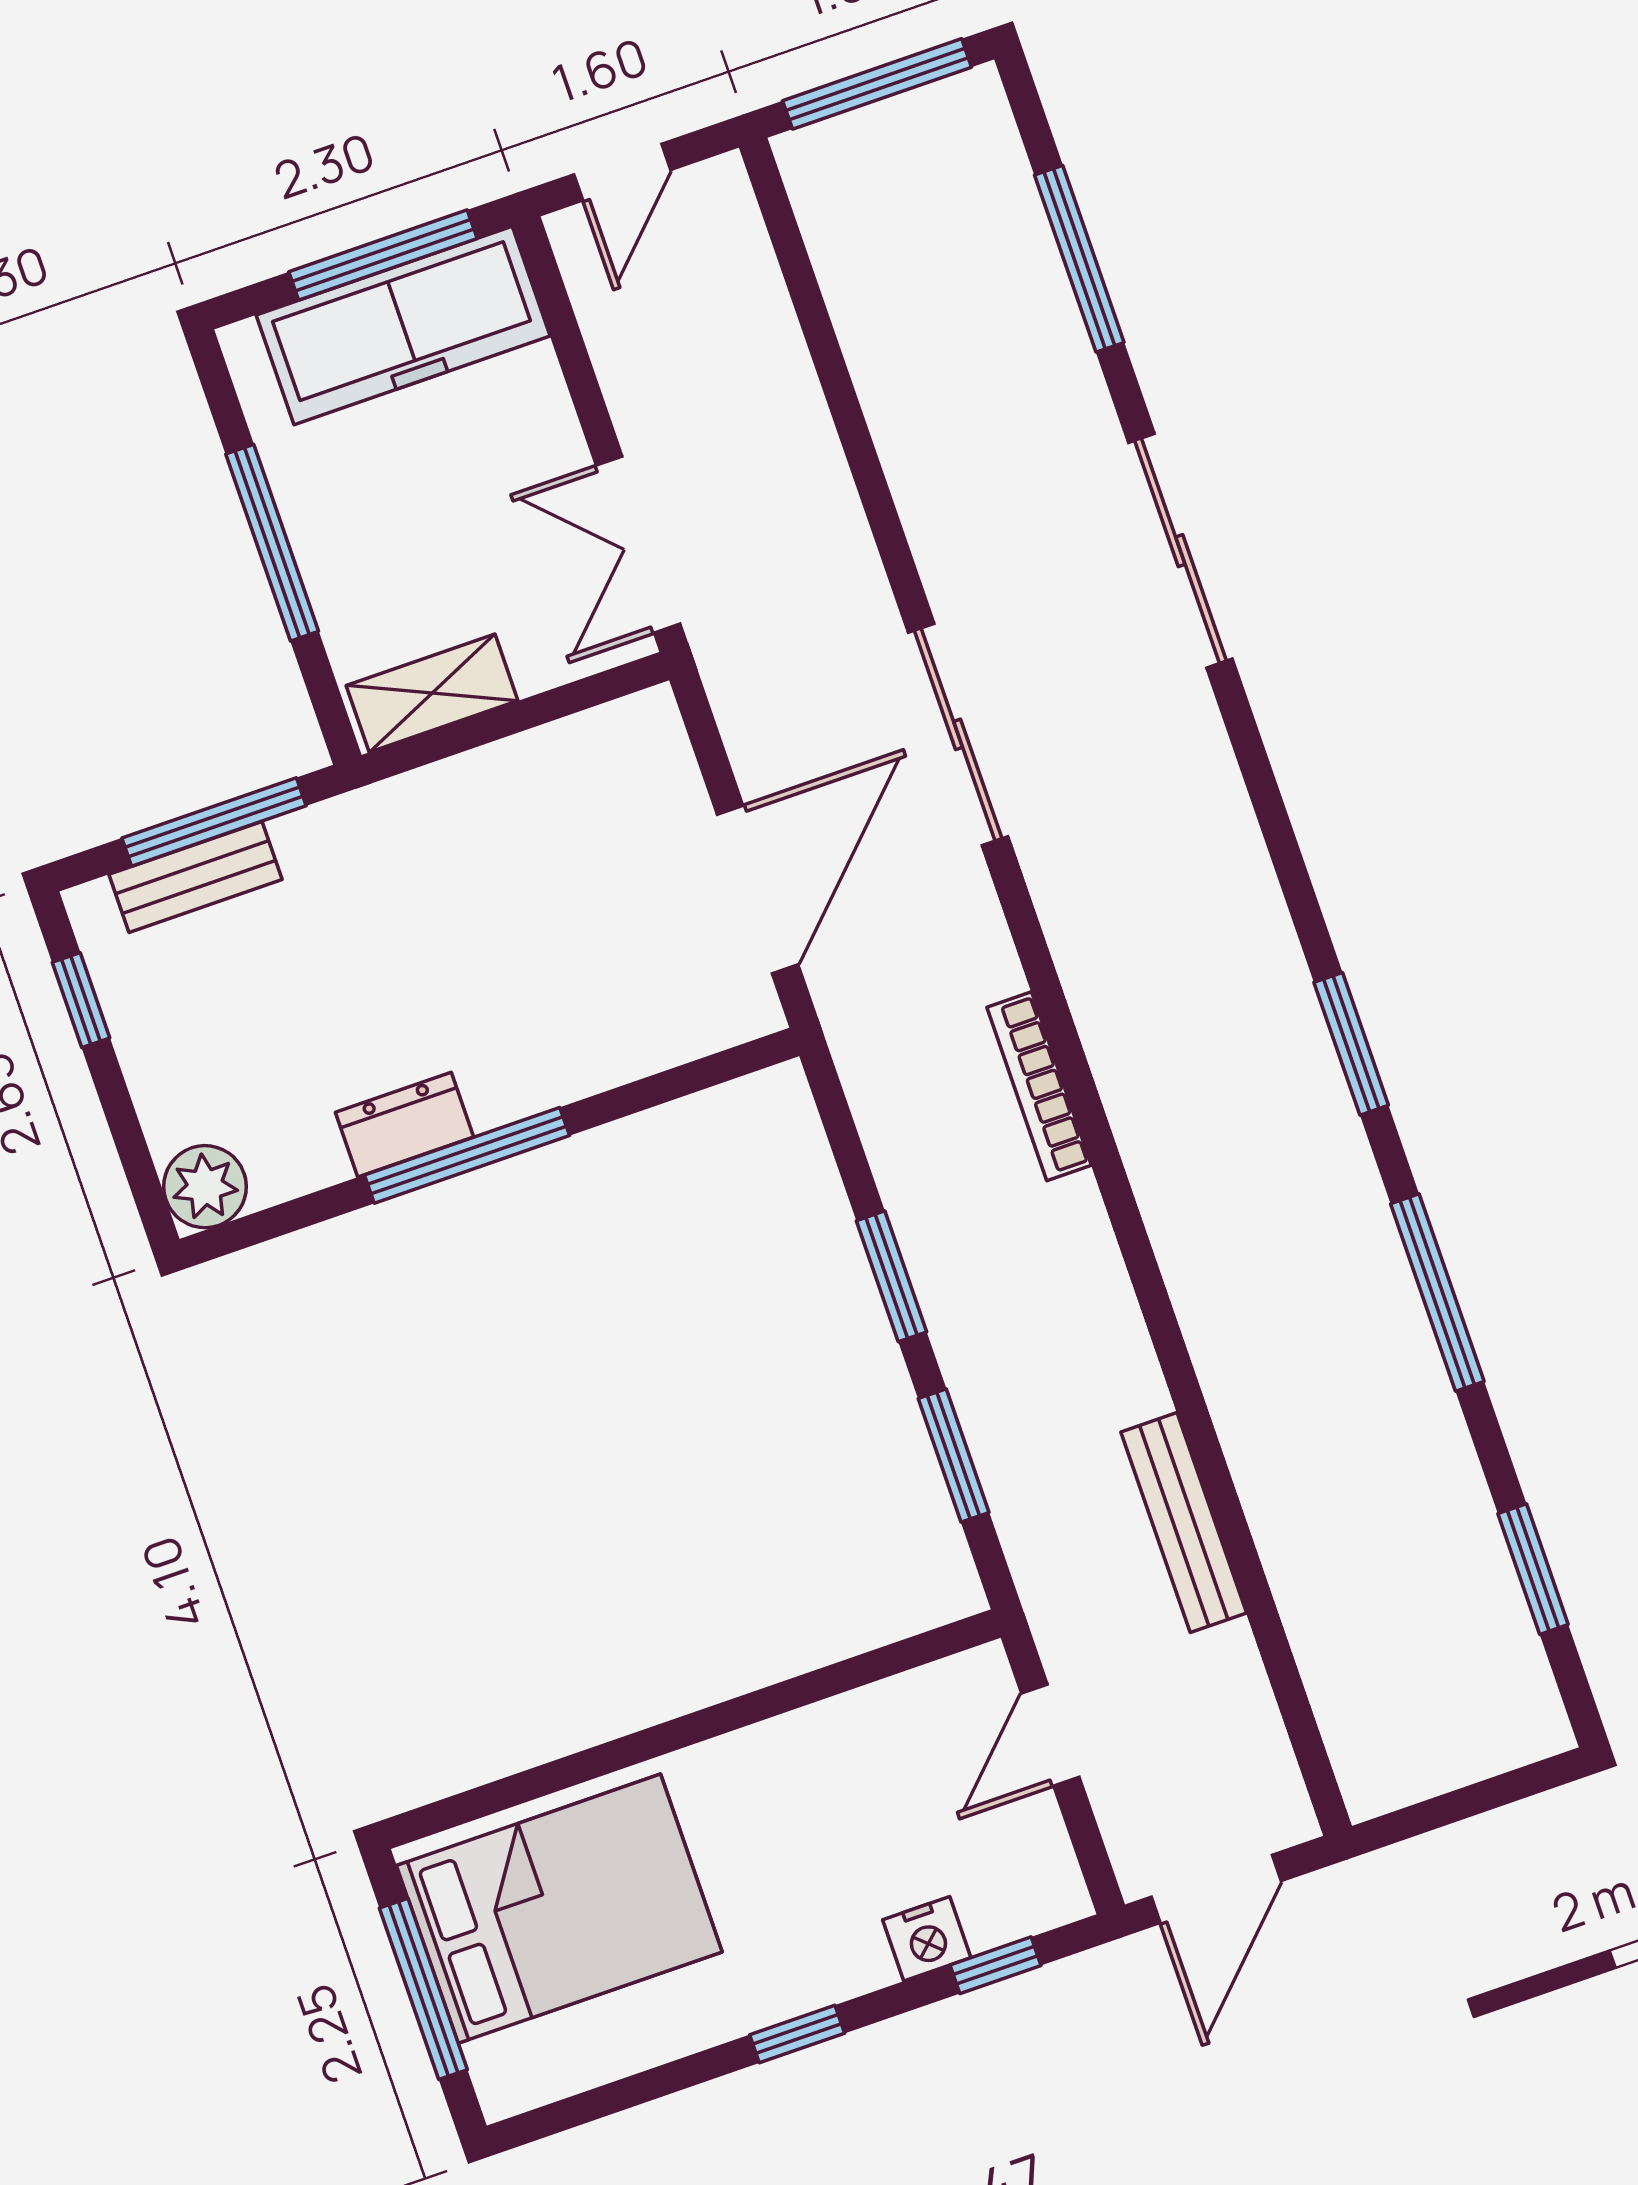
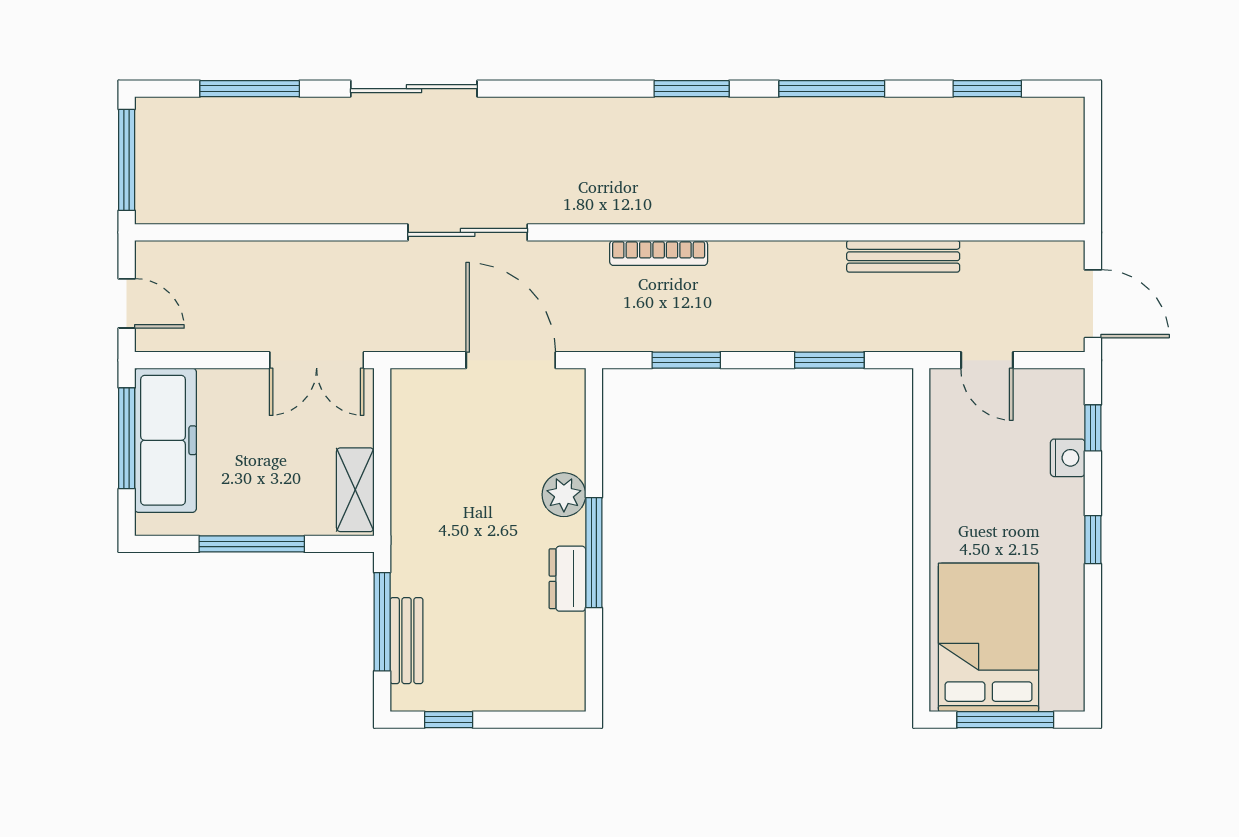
plant: (205, 1187) -> (564, 495), moved
window: (892, 1276) -> (686, 360), moved

